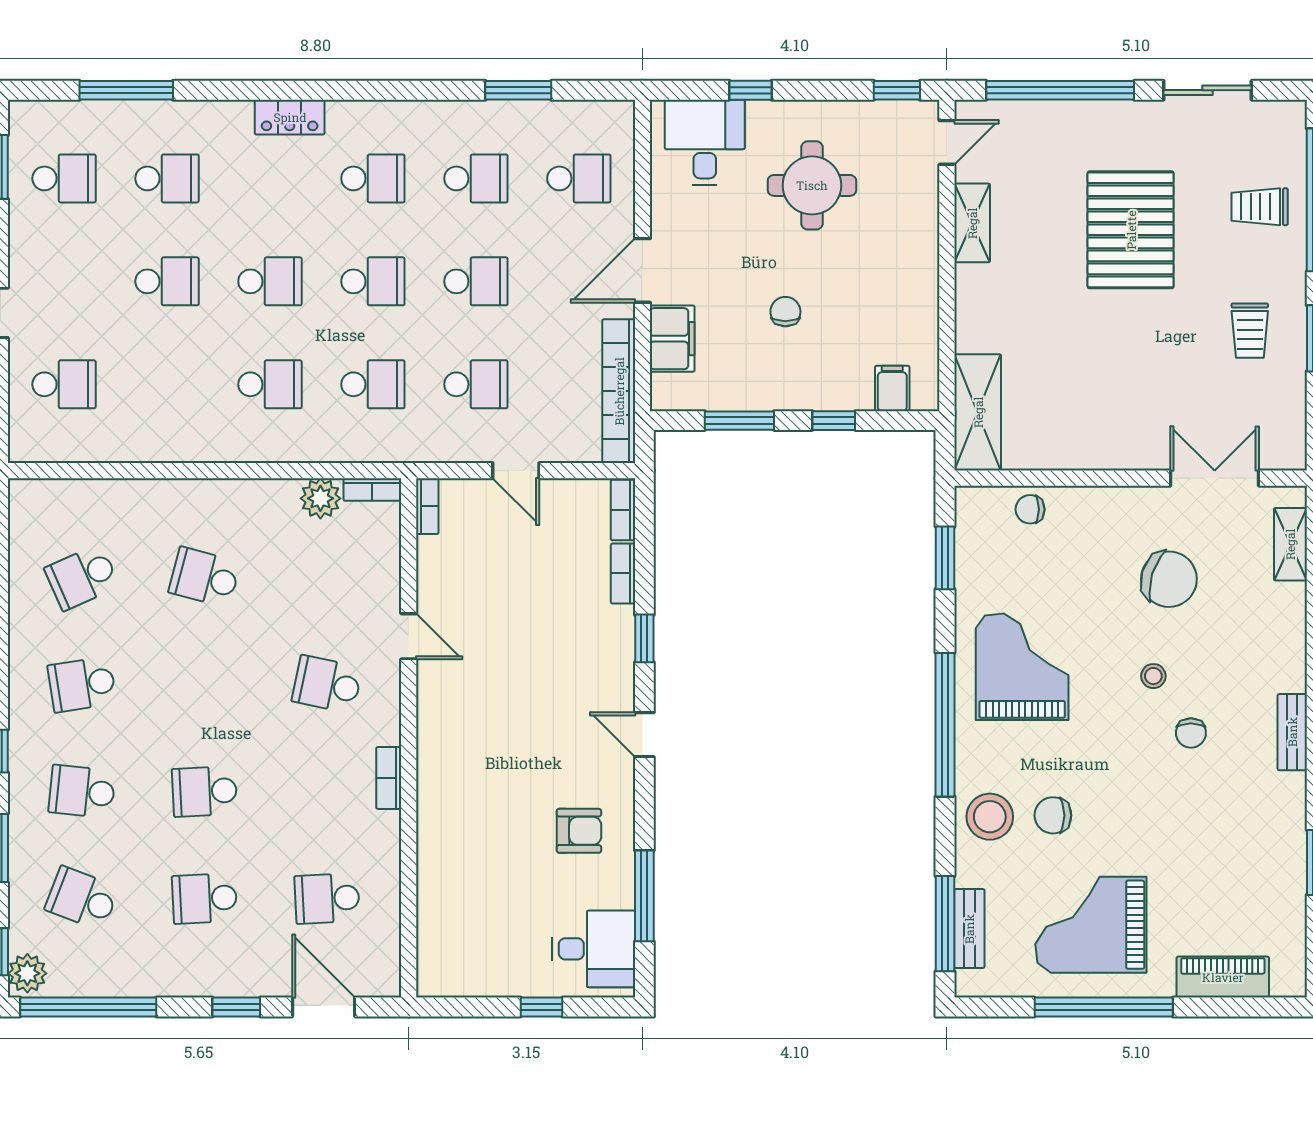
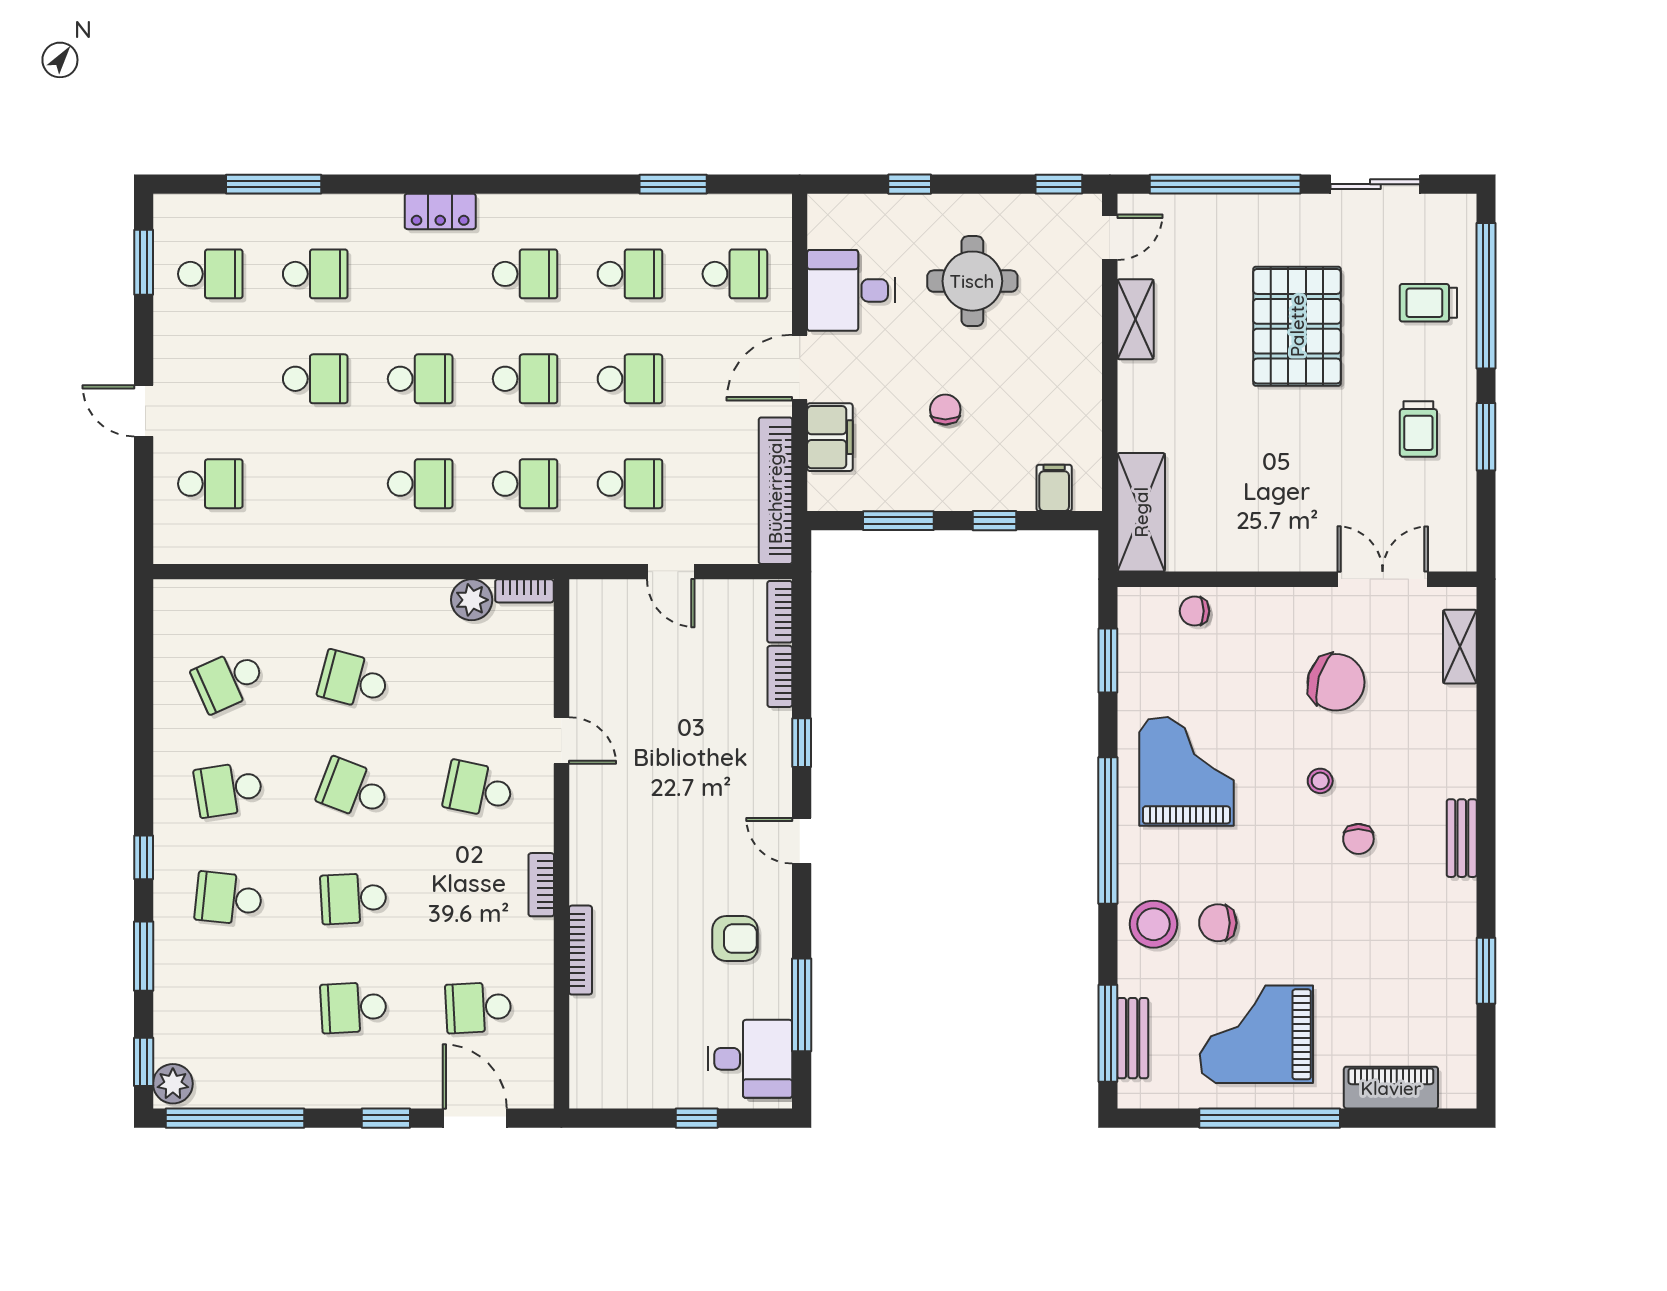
desk: (705, 142) -> (851, 290), moved, turned -90
bookcase: (427, 506) -> (580, 950), moved, width x1.56
school desk: (82, 899) -> (353, 789), moved

